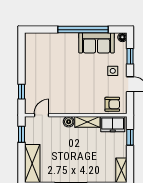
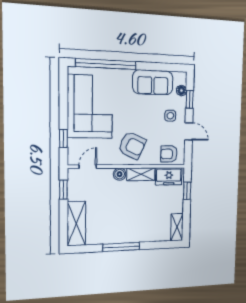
window: (83, 30) -> (106, 64), moved
floor lamp: (122, 37) -> (181, 90), moved
corner sofa: (43, 65) -> (90, 107), added
armchair: (79, 97) -> (132, 145), added
armchair: (112, 104) -> (169, 154), turned 180

